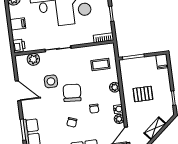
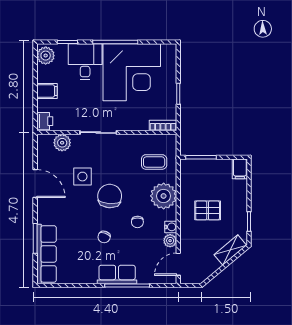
plant: (115, 87) -> (164, 196), width x1.88, depth x1.88
shelving: (155, 128) -> (230, 250), moved

